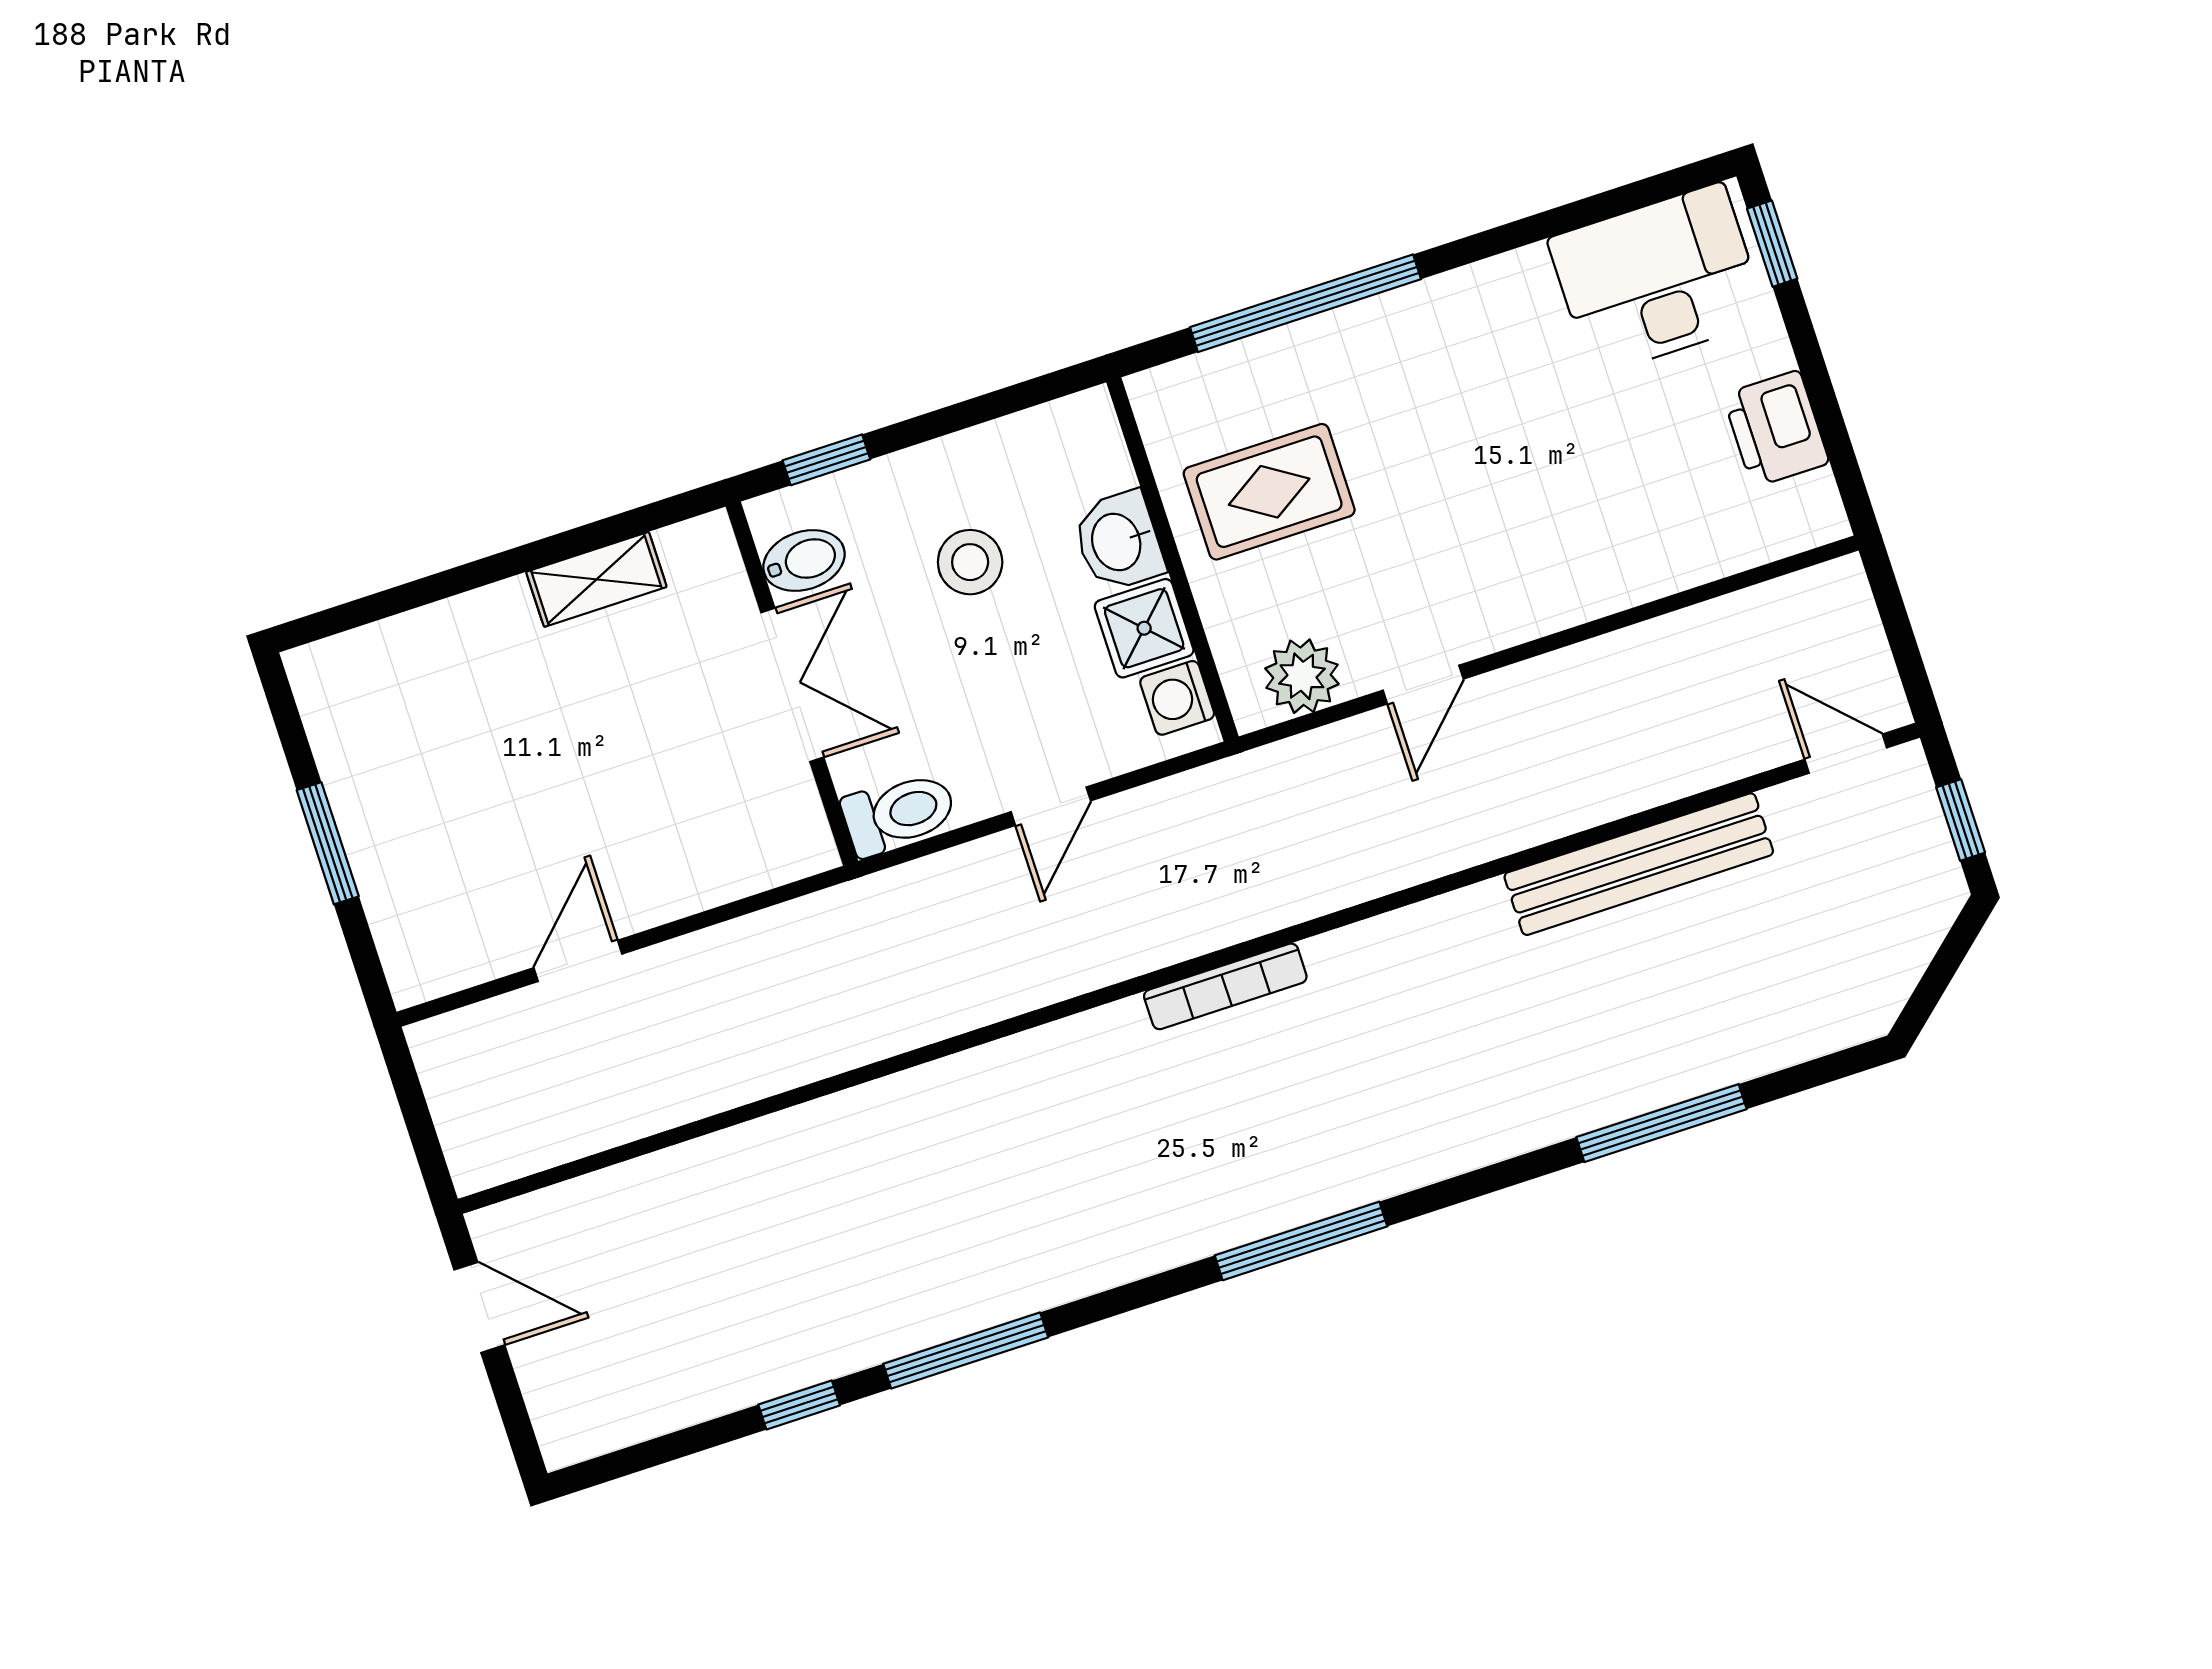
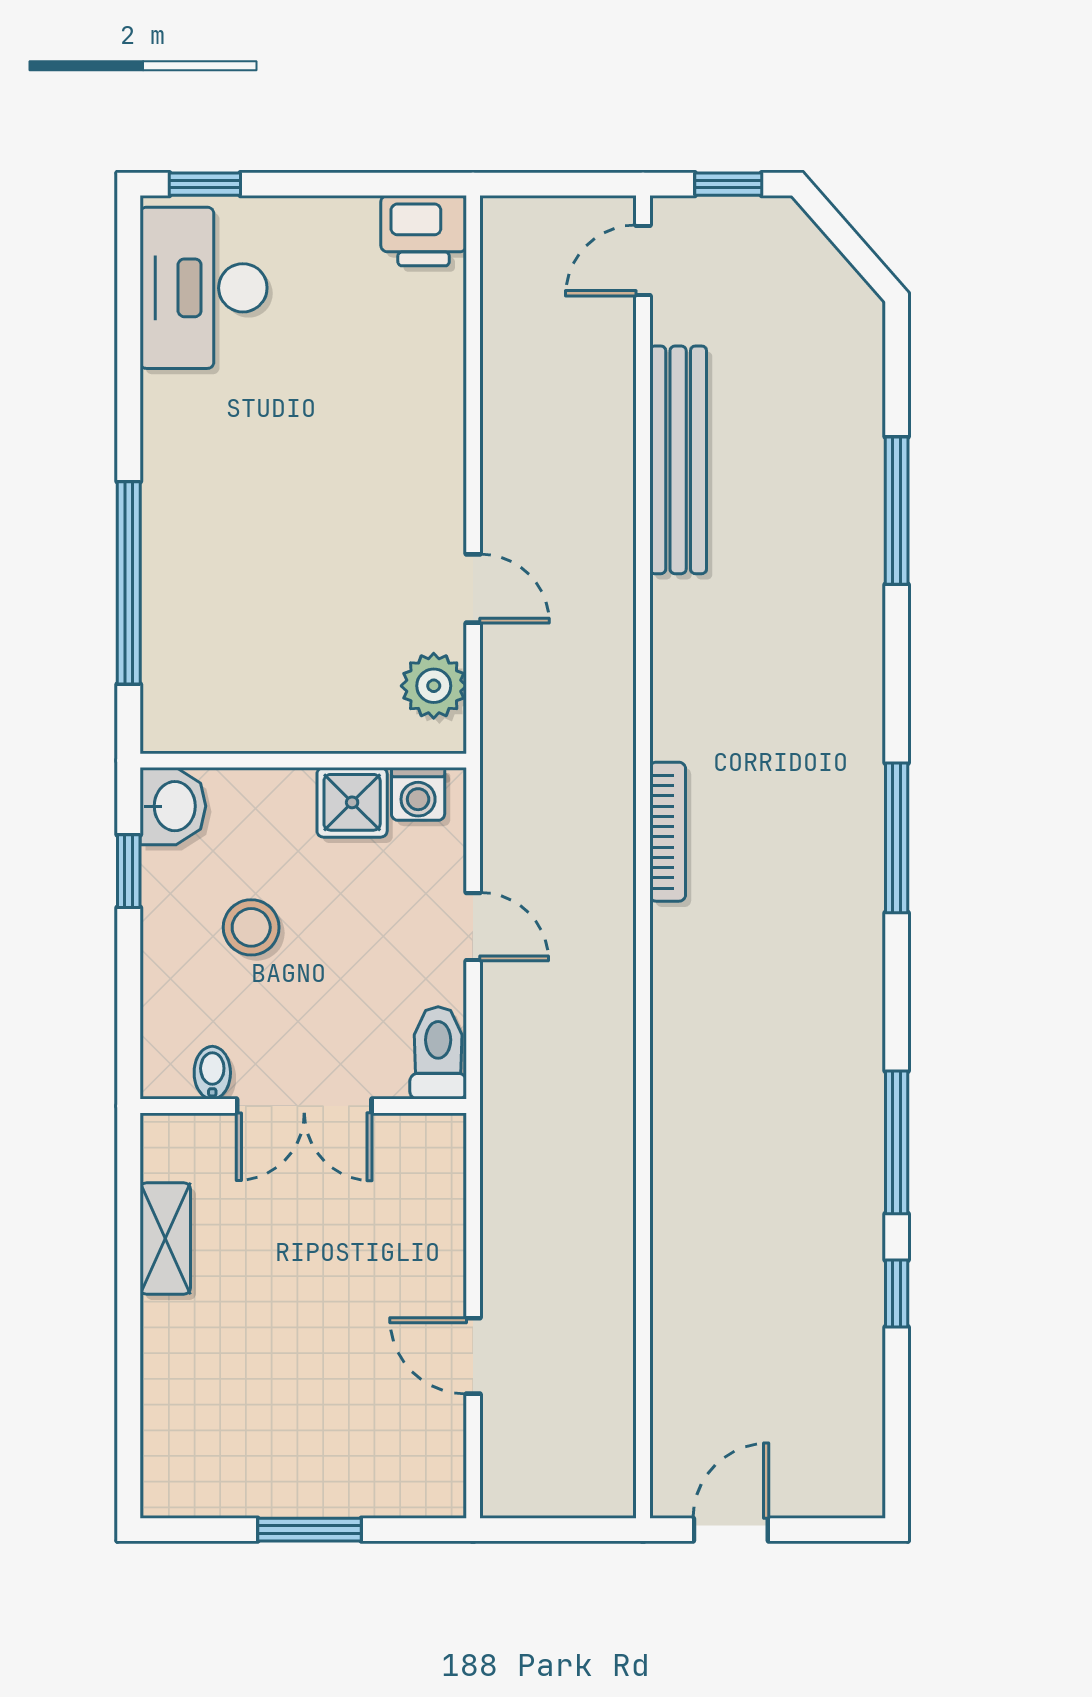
printer: (1776, 429) -> (424, 231), moved
window: (826, 460) -> (129, 871), moved
rug: (1269, 492) -> (274, 663), removed
washbasin: (1118, 541) -> (173, 806), moved, turned -90
bidet: (804, 561) -> (212, 1073), width x0.72, depth x0.74
double door: (792, 685) -> (304, 1106), swing flipped

